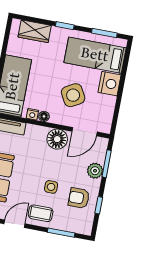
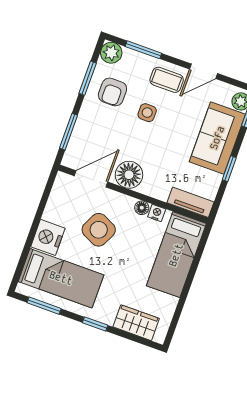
side table: (73, 95) -> (99, 230), turned -35
plant: (95, 171) -> (111, 53), moved
armchair: (79, 198) -> (112, 92), turned 90
window: (99, 205) -> (88, 78), width x1.50

